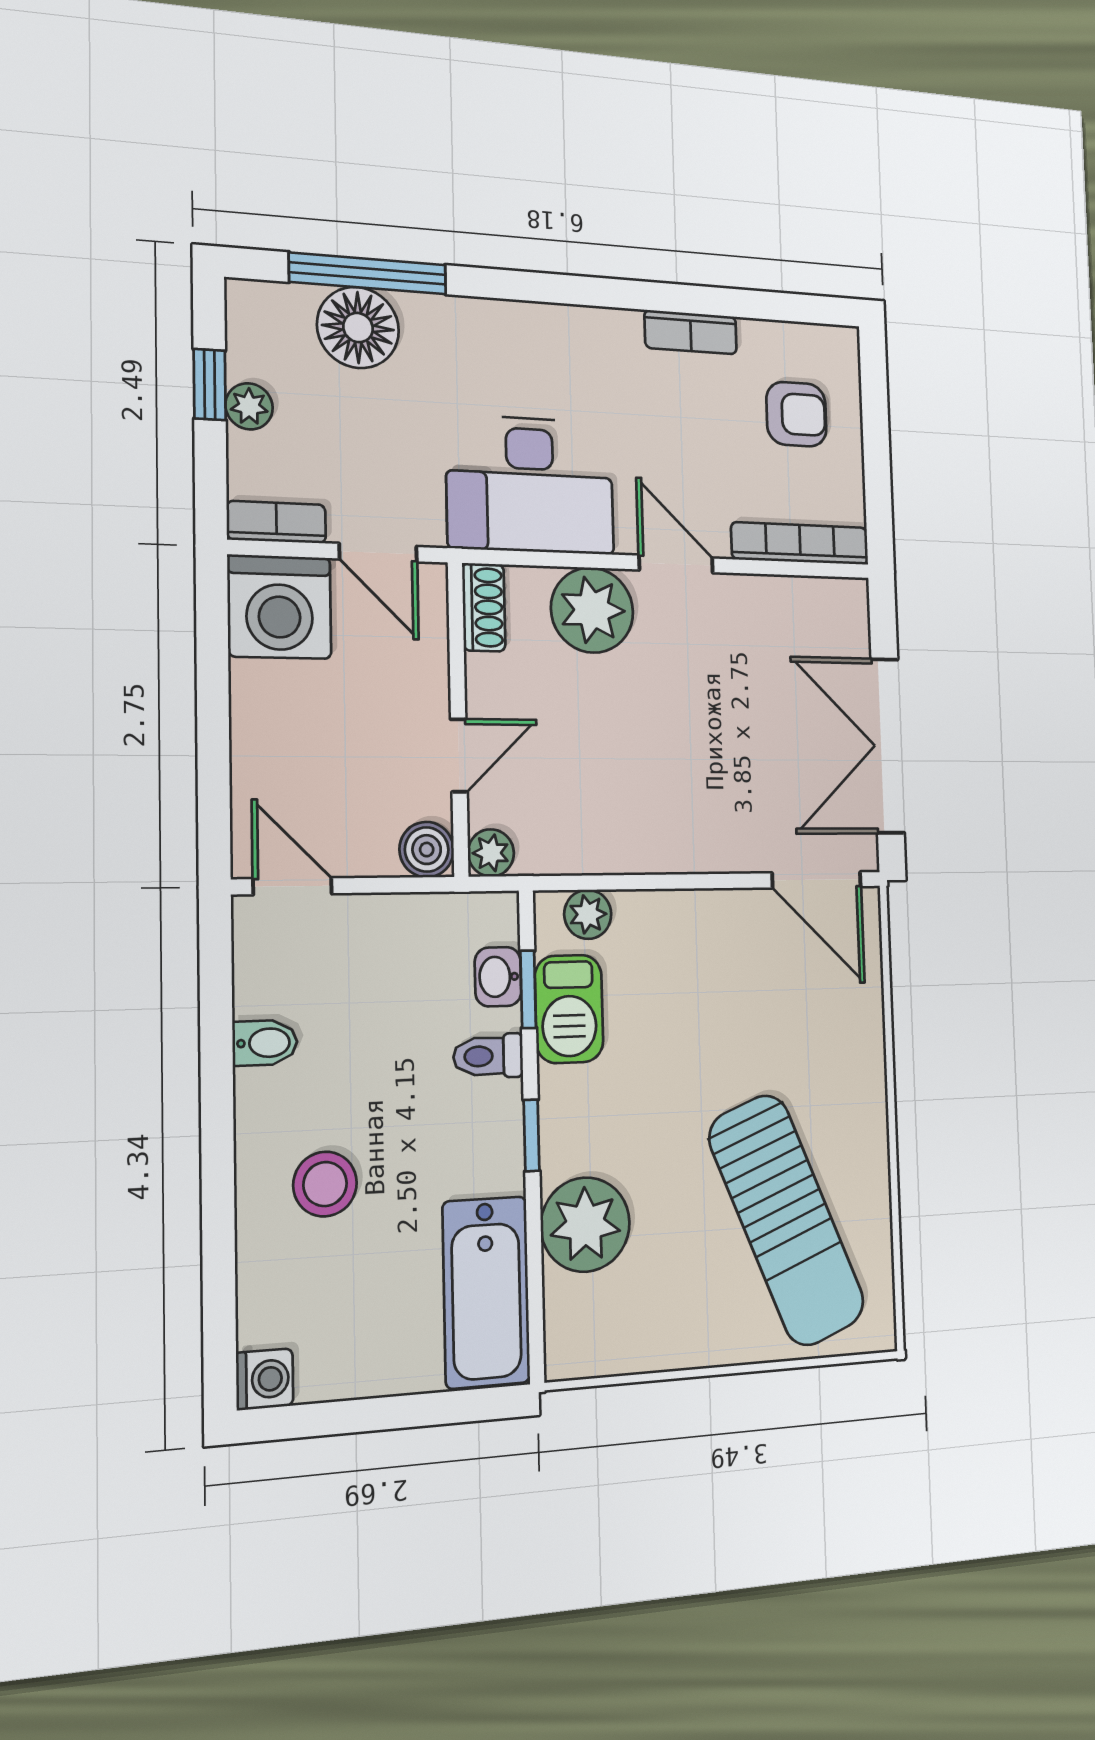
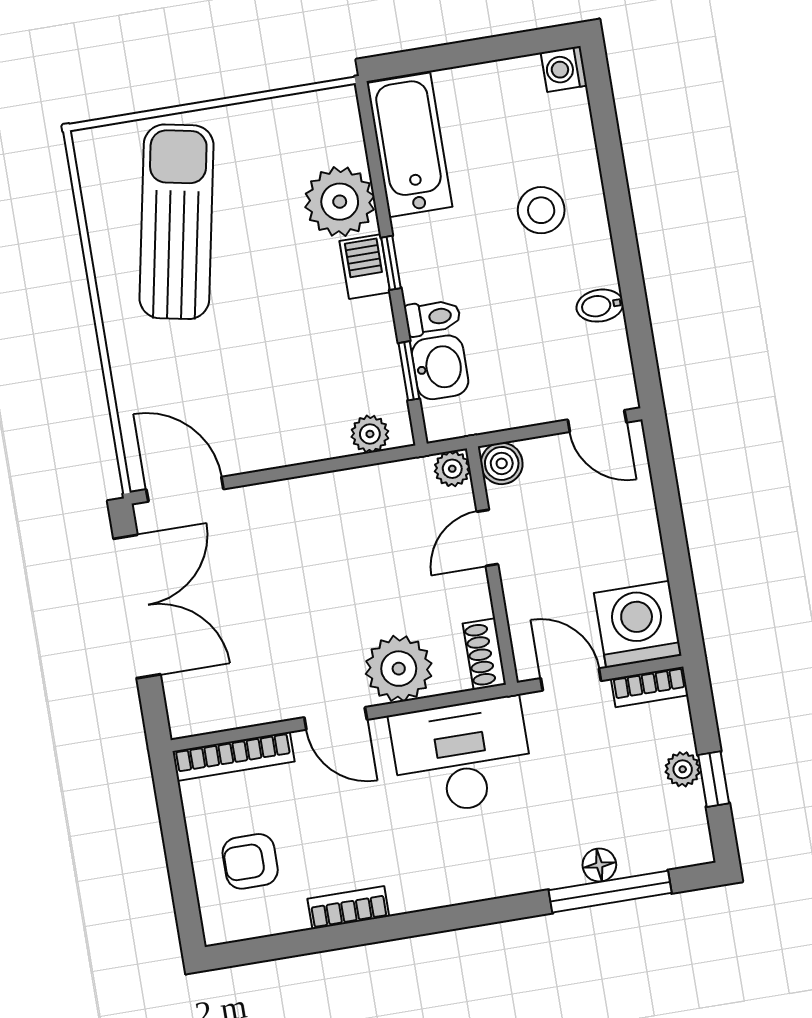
floor lamp: (358, 328) -> (599, 865), width x0.53, depth x0.53
washbasin: (498, 977) -> (440, 367), width x1.38, depth x1.45
barbecue: (569, 1009) -> (365, 267), moved, width x0.73, depth x0.79
sun lounger: (787, 1220) -> (177, 222), turned 33

